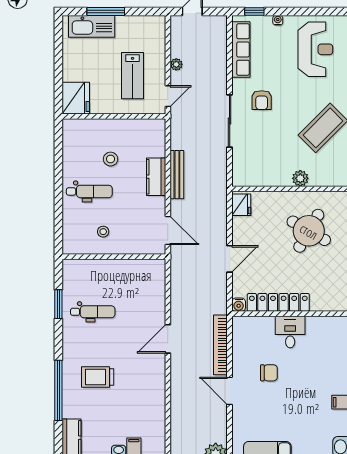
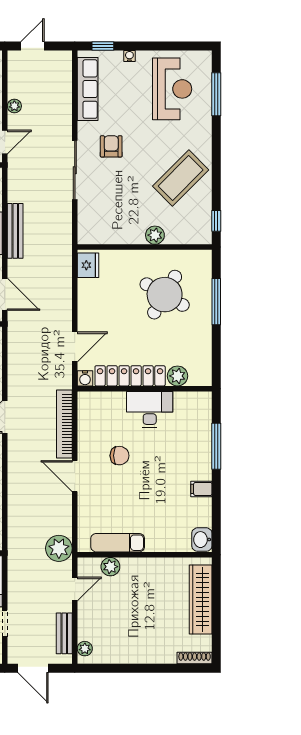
armchair: (262, 100) -> (111, 146), turned 180
door: (230, 259) -> (75, 347), moved
plant: (320, 303) -> (177, 376), added
desk: (290, 332) -> (150, 409), width x1.37

